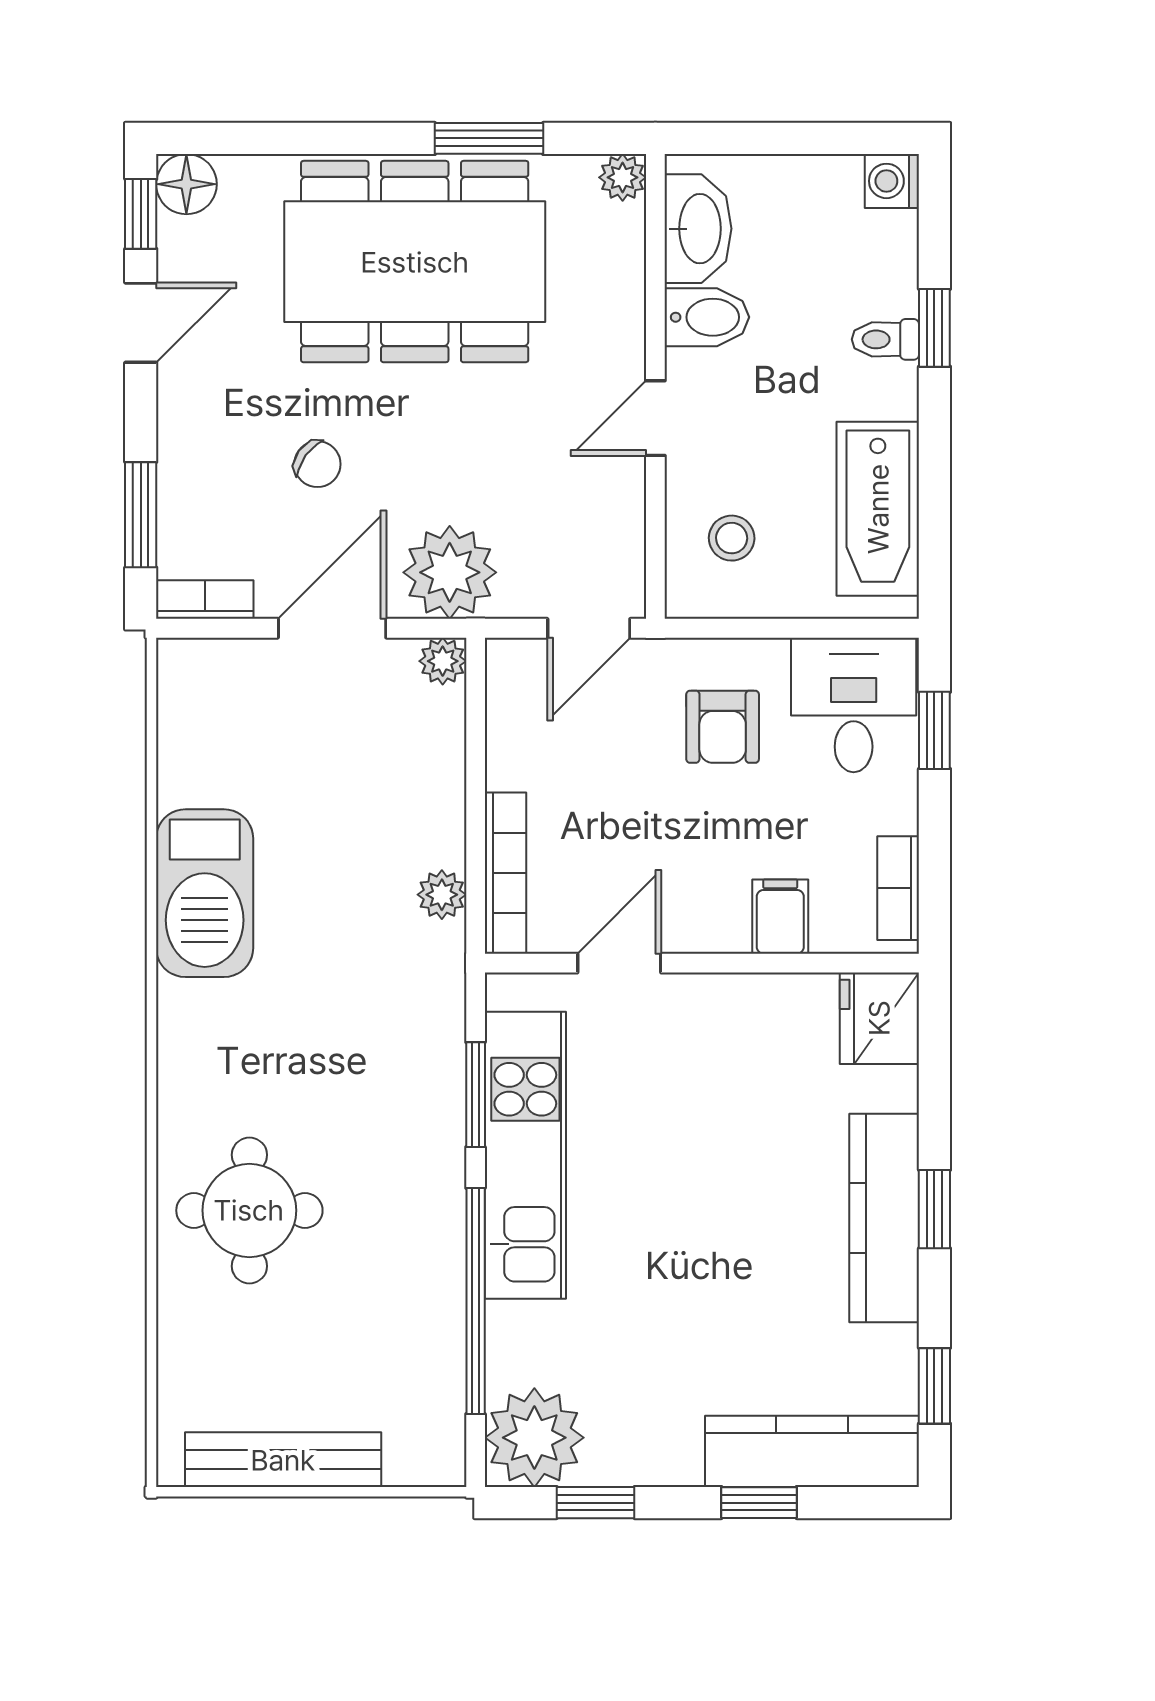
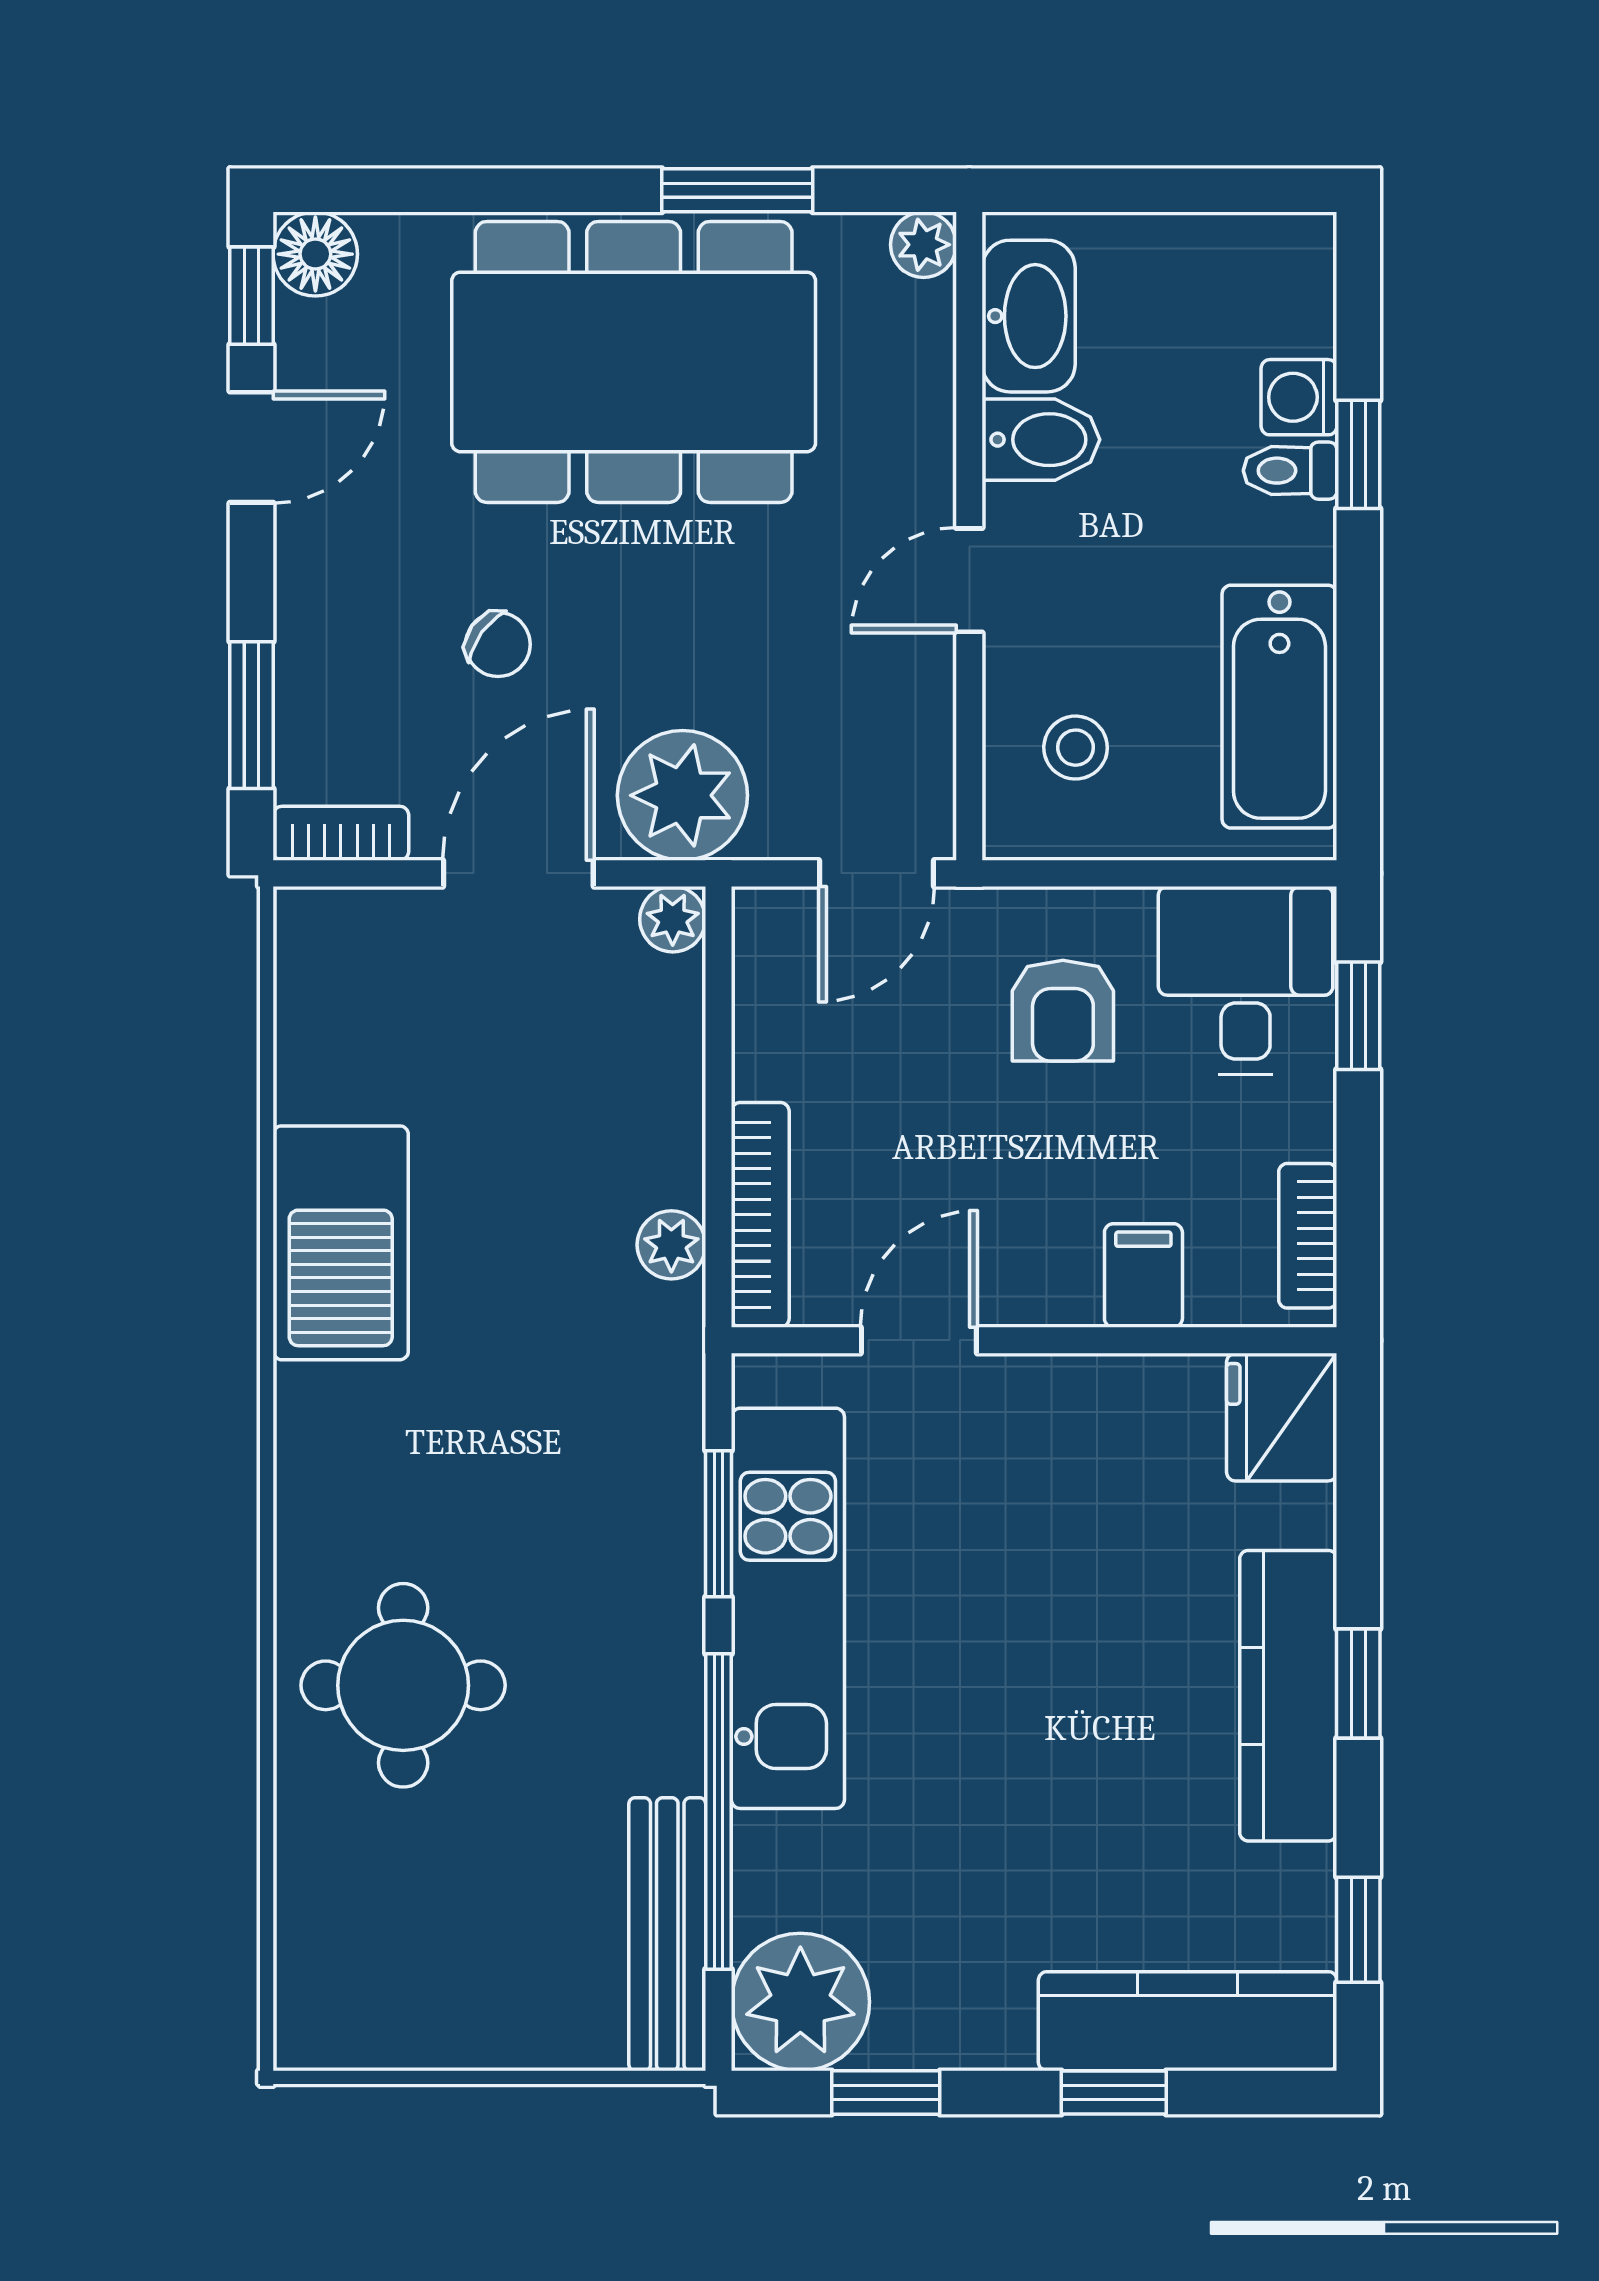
washing machine: (892, 181) -> (1299, 397), moved
bench: (283, 1460) -> (667, 1934), moved, turned 90

